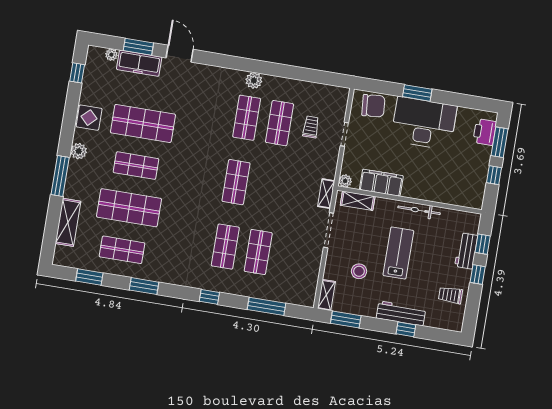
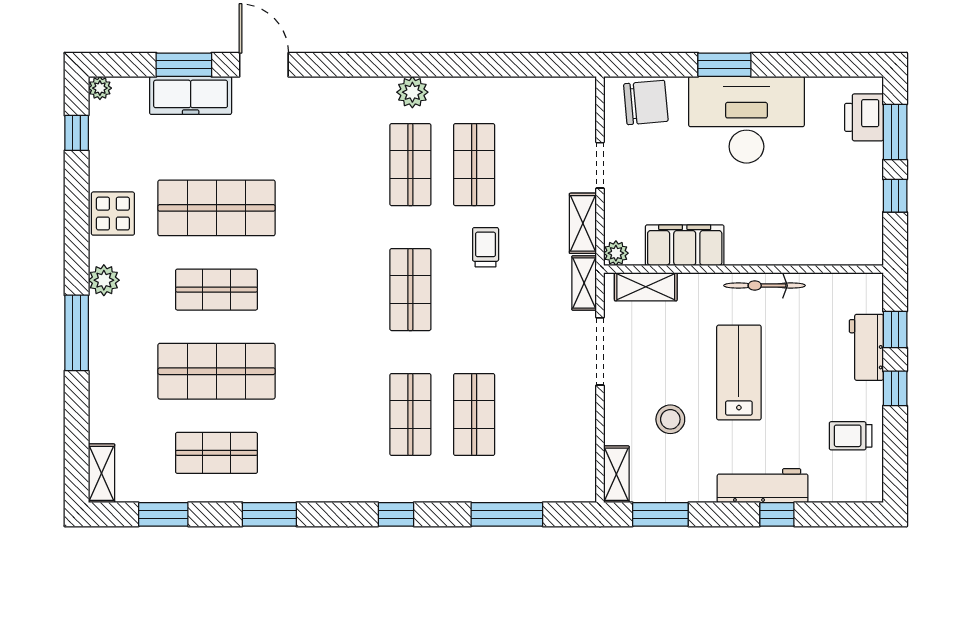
plant: (111, 55) -> (100, 88), moved
trolley: (311, 127) -> (486, 247), moved
shelving: (331, 163) -> (583, 223), added
shelving: (68, 222) -> (102, 473), moved, width x0.67, depth x0.75

